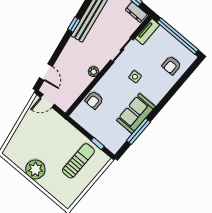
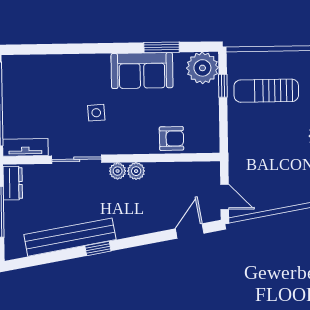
plant: (101, 63) -> (118, 171), added
armchair: (172, 65) -> (41, 79), removed
window: (139, 131) -> (162, 47), width x0.69
plant: (113, 141) -> (202, 68), added

